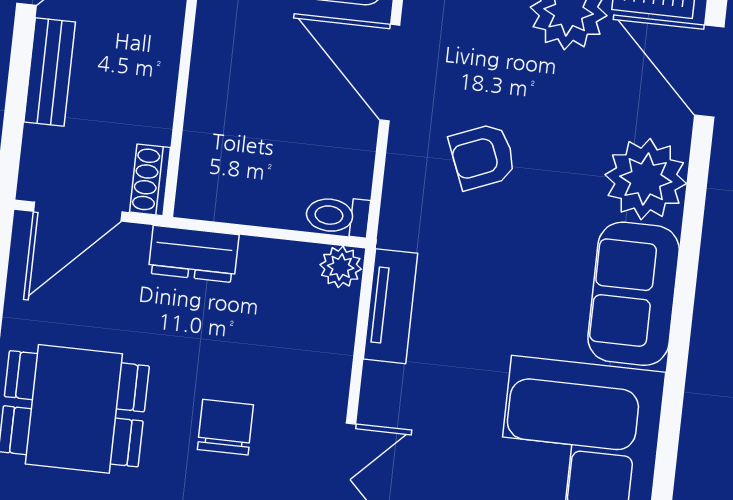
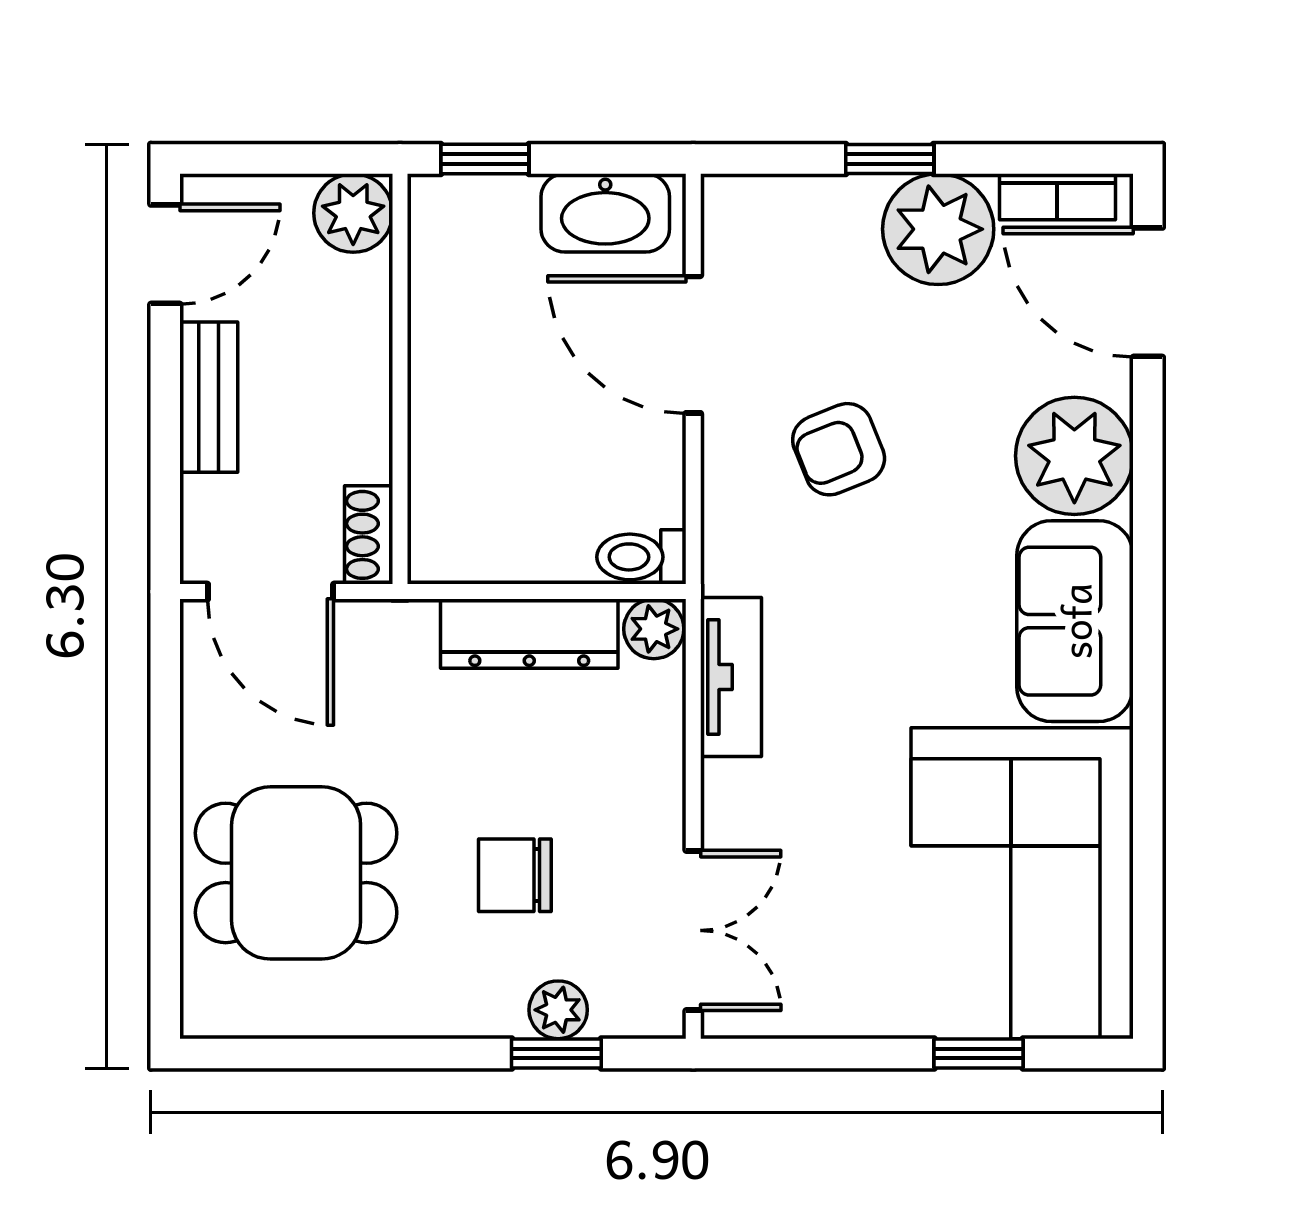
door: (78, 212) -> (271, 592), hinge flipped
dresser: (194, 254) -> (529, 634), moved, width x1.44
chair: (225, 427) -> (515, 875), turned -90

